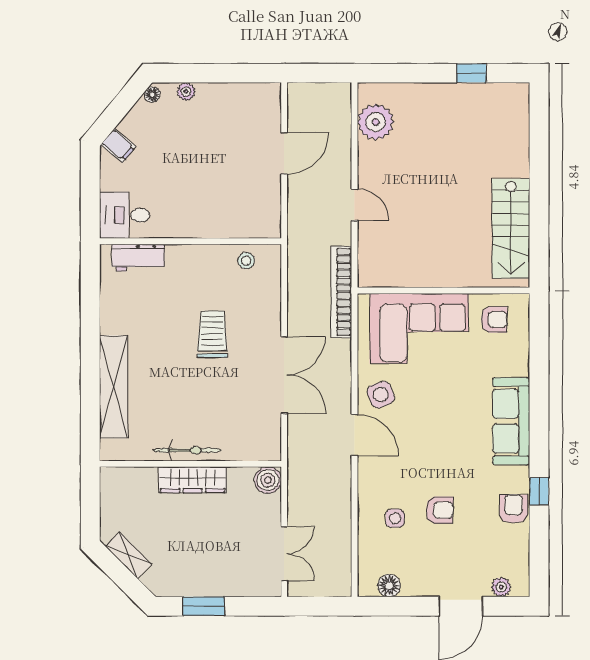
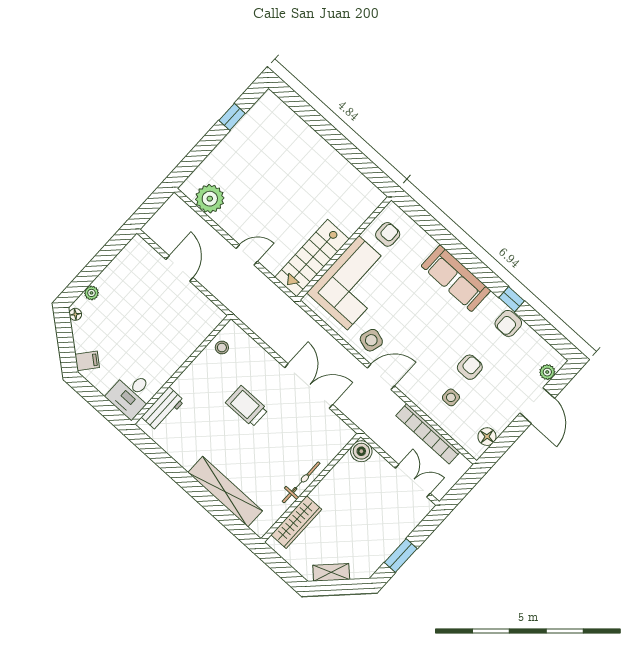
stairs: (511, 228) -> (312, 258), moved, turned 90
bookcase: (341, 292) -> (428, 434), moved
side table: (381, 395) -> (371, 340), turned 38
wardrobe: (193, 480) -> (296, 522), moved
armchair: (513, 509) -> (508, 323), turned -90

